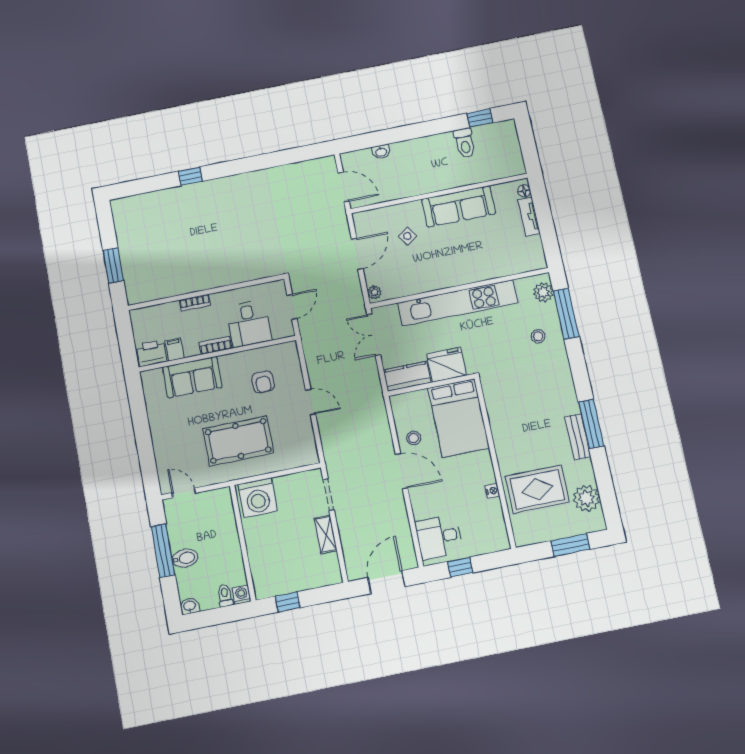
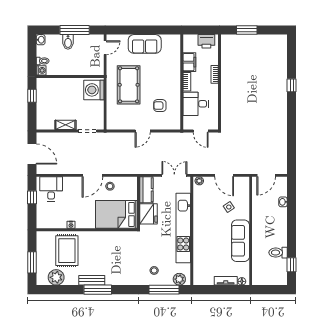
filing cabinet: (174, 349) -> (189, 62), width x2.00
printer: (151, 353) -> (206, 41), moved, turned 90
sofa: (192, 377) -> (145, 44), moved, turned -90

